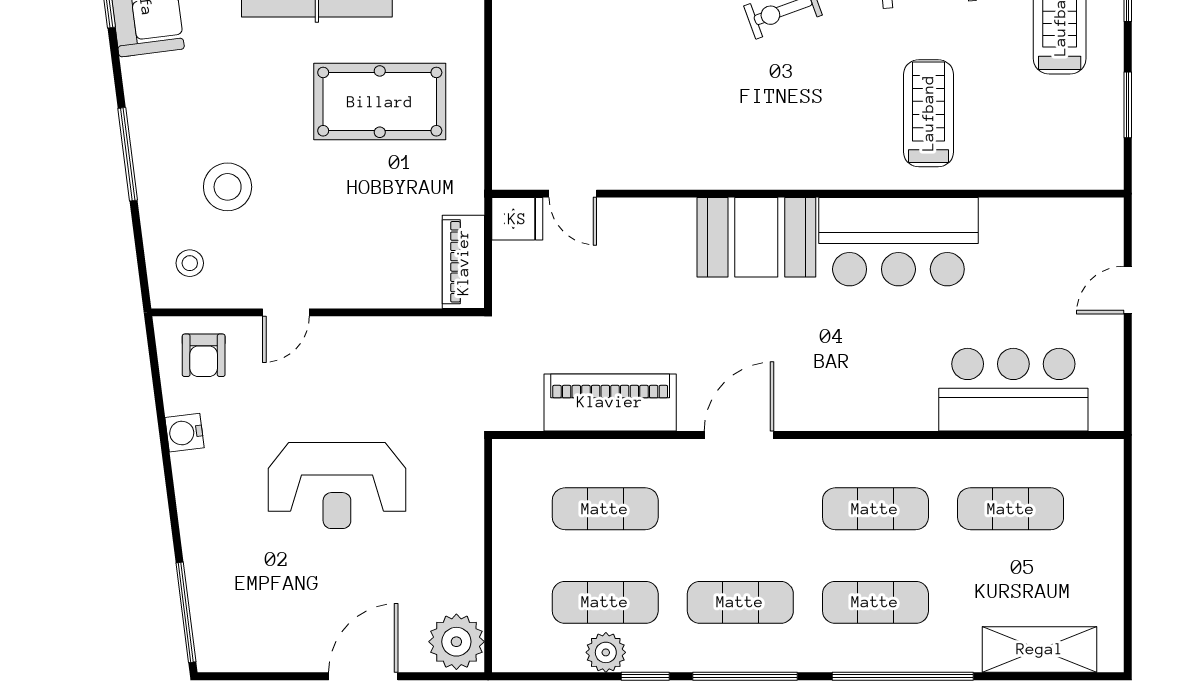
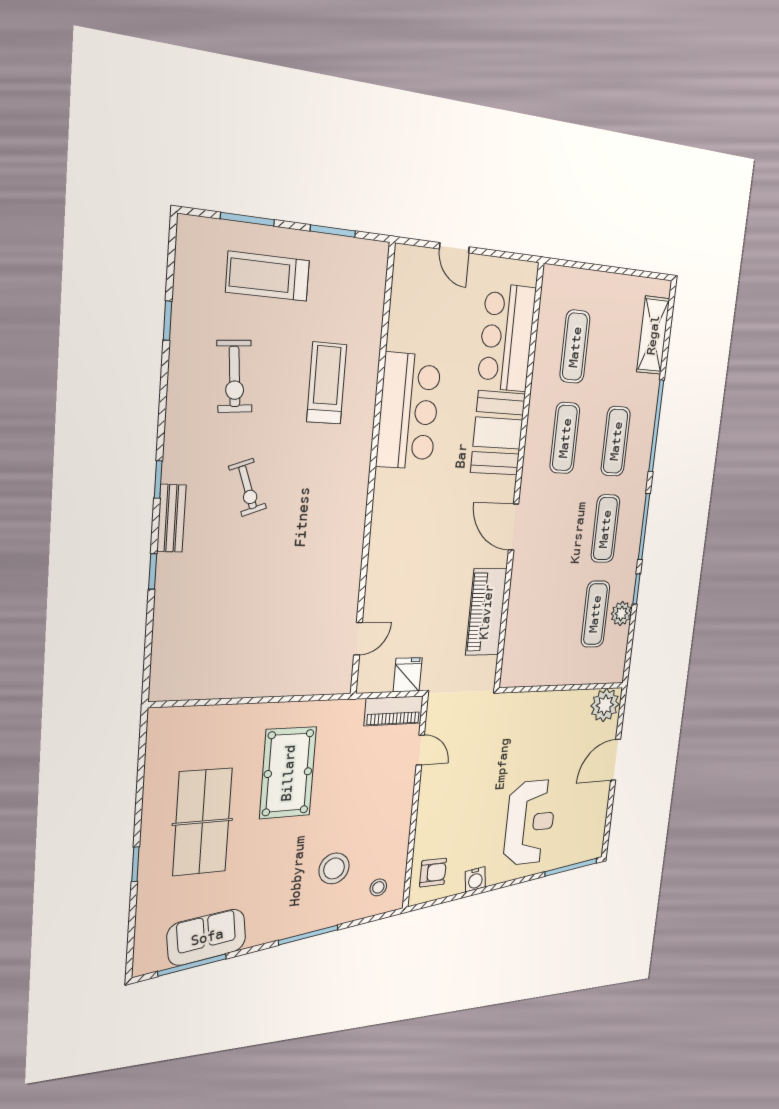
treadmill: (928, 113) -> (327, 383), turned 90
fridge: (517, 219) -> (408, 675), moved
booth: (756, 237) -> (498, 433), moved
door: (286, 312) -> (420, 750), moved
reception desk: (337, 486) -> (530, 822), moved
exercise mat: (605, 509) -> (545, 615), removed
door: (363, 676) -> (616, 760), hinge flipped

